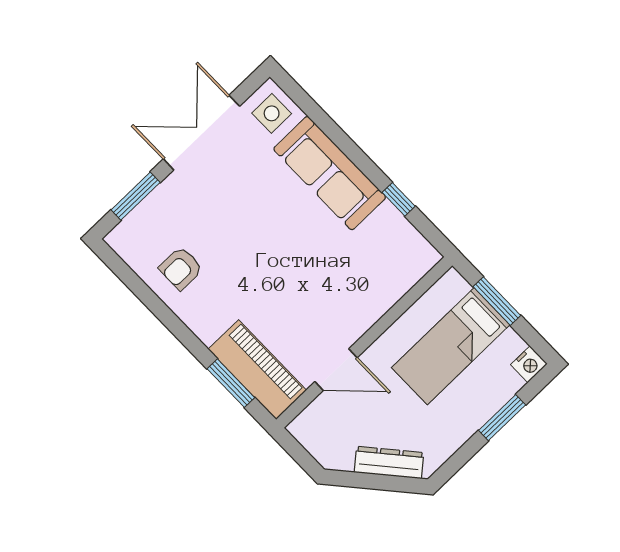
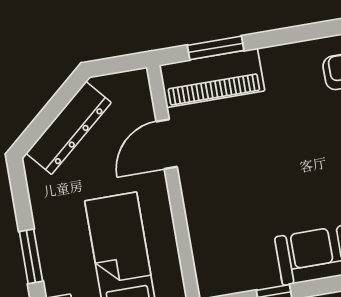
dresser: (389, 463) -> (69, 128), width x1.37, depth x1.24

